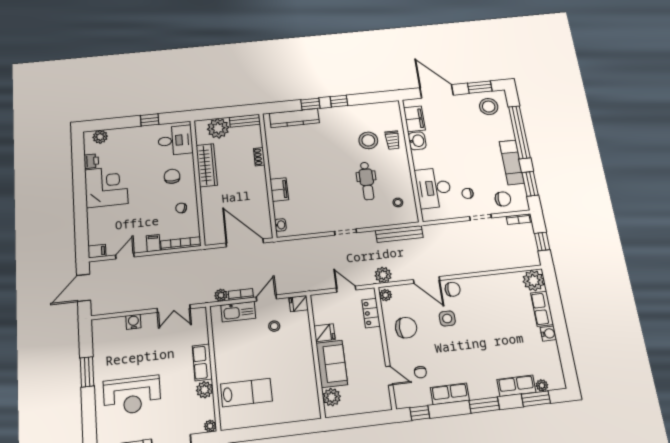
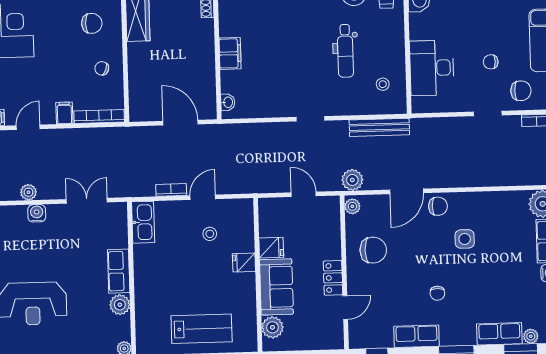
chair: (172, 176) -> (92, 23), turned 90
chair: (468, 193) -> (491, 62), moved
door: (245, 243) -> (180, 123), width x0.73
door: (427, 280) -> (407, 191), hinge flipped
plant: (221, 295) -> (28, 192), moved
fridge: (299, 304) -> (244, 263), moved
double door: (174, 309) -> (87, 201), swing flipped
kitchen sink: (238, 312) -> (143, 222), moved, turned -90
locker: (371, 313) -> (333, 278), moved
side table: (447, 319) -> (465, 239), moved
chair: (420, 372) -> (437, 293), moved
door: (389, 376) -> (345, 308), hinge flipped
lab bench: (246, 392) -> (202, 329), moved

